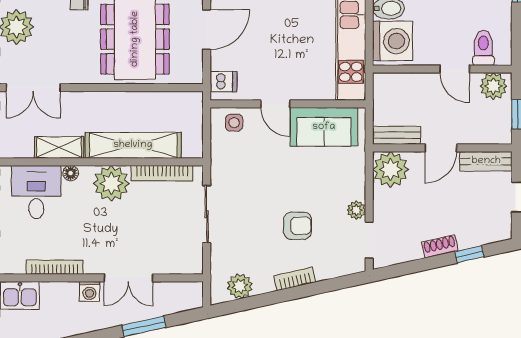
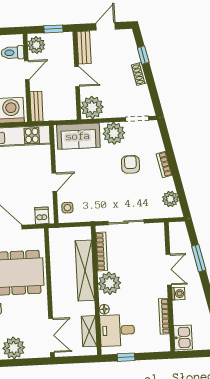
sofa: (324, 127) -> (78, 136), moved, turned 90
bench: (397, 135) -> (36, 106), moved
shelving: (59, 147) -> (89, 331), moved
plant: (356, 210) -> (114, 133), width x1.88, depth x1.88

